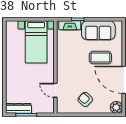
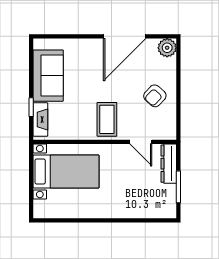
coffee table: (100, 58) -> (107, 119), moved
door: (55, 90) -> (141, 142), hinge flipped
dresser: (19, 108) -> (169, 164), moved

